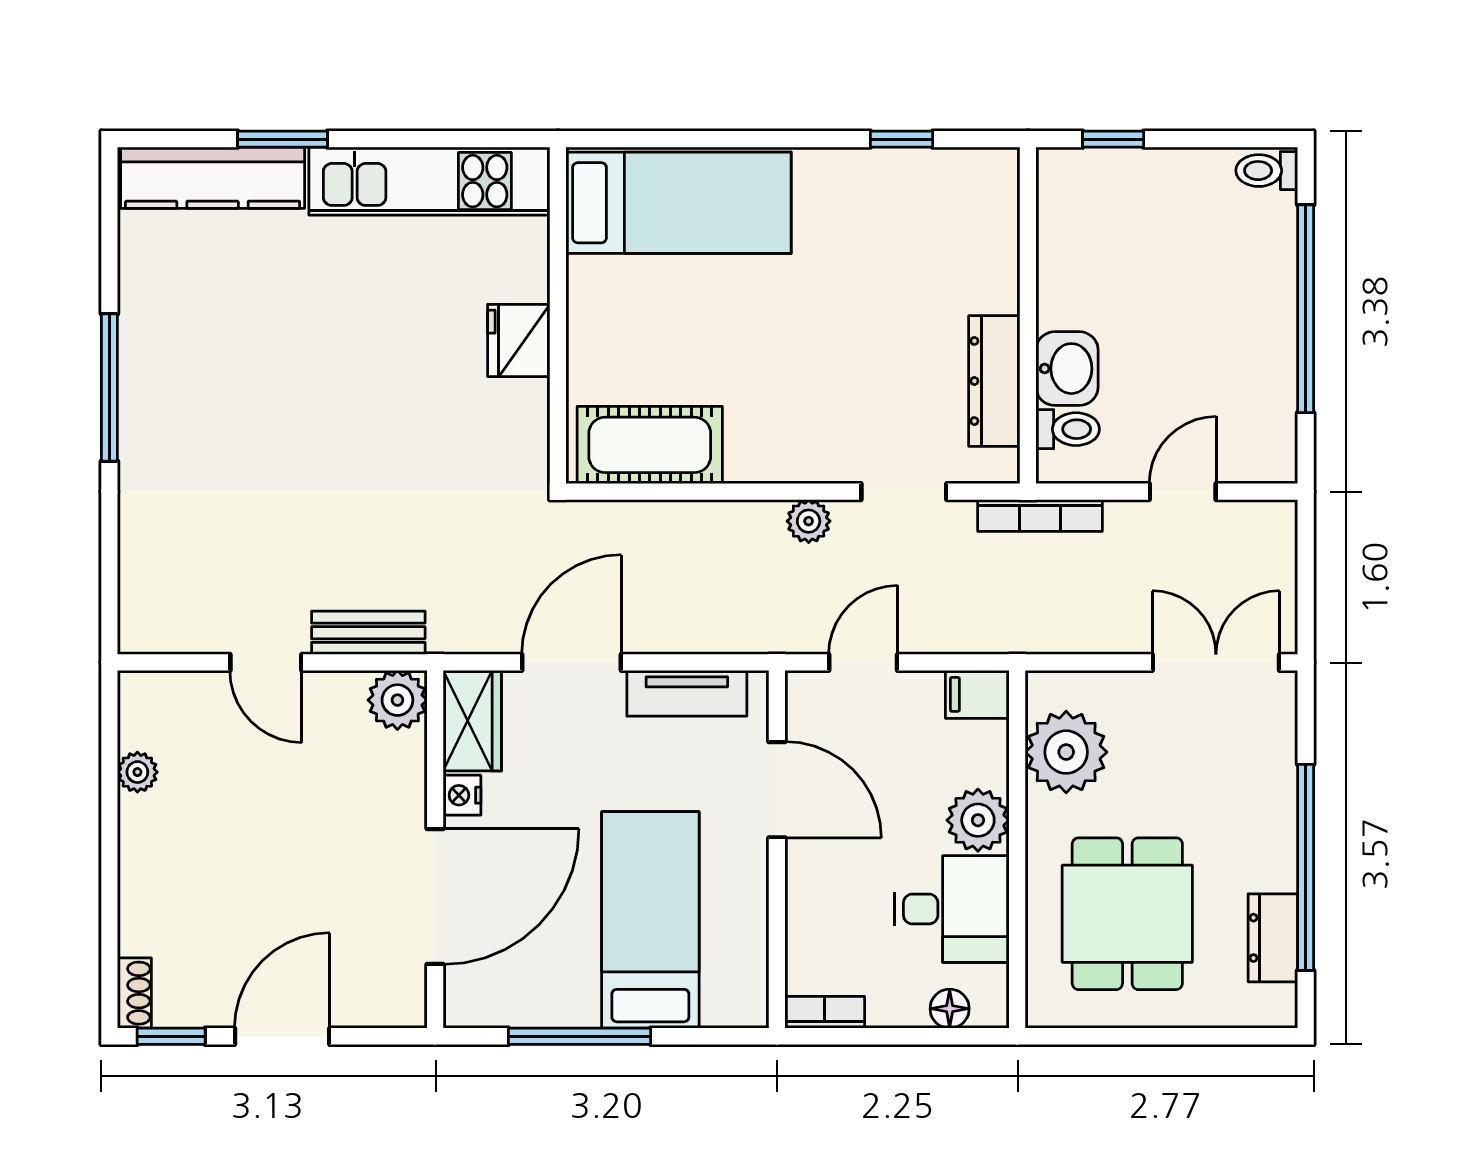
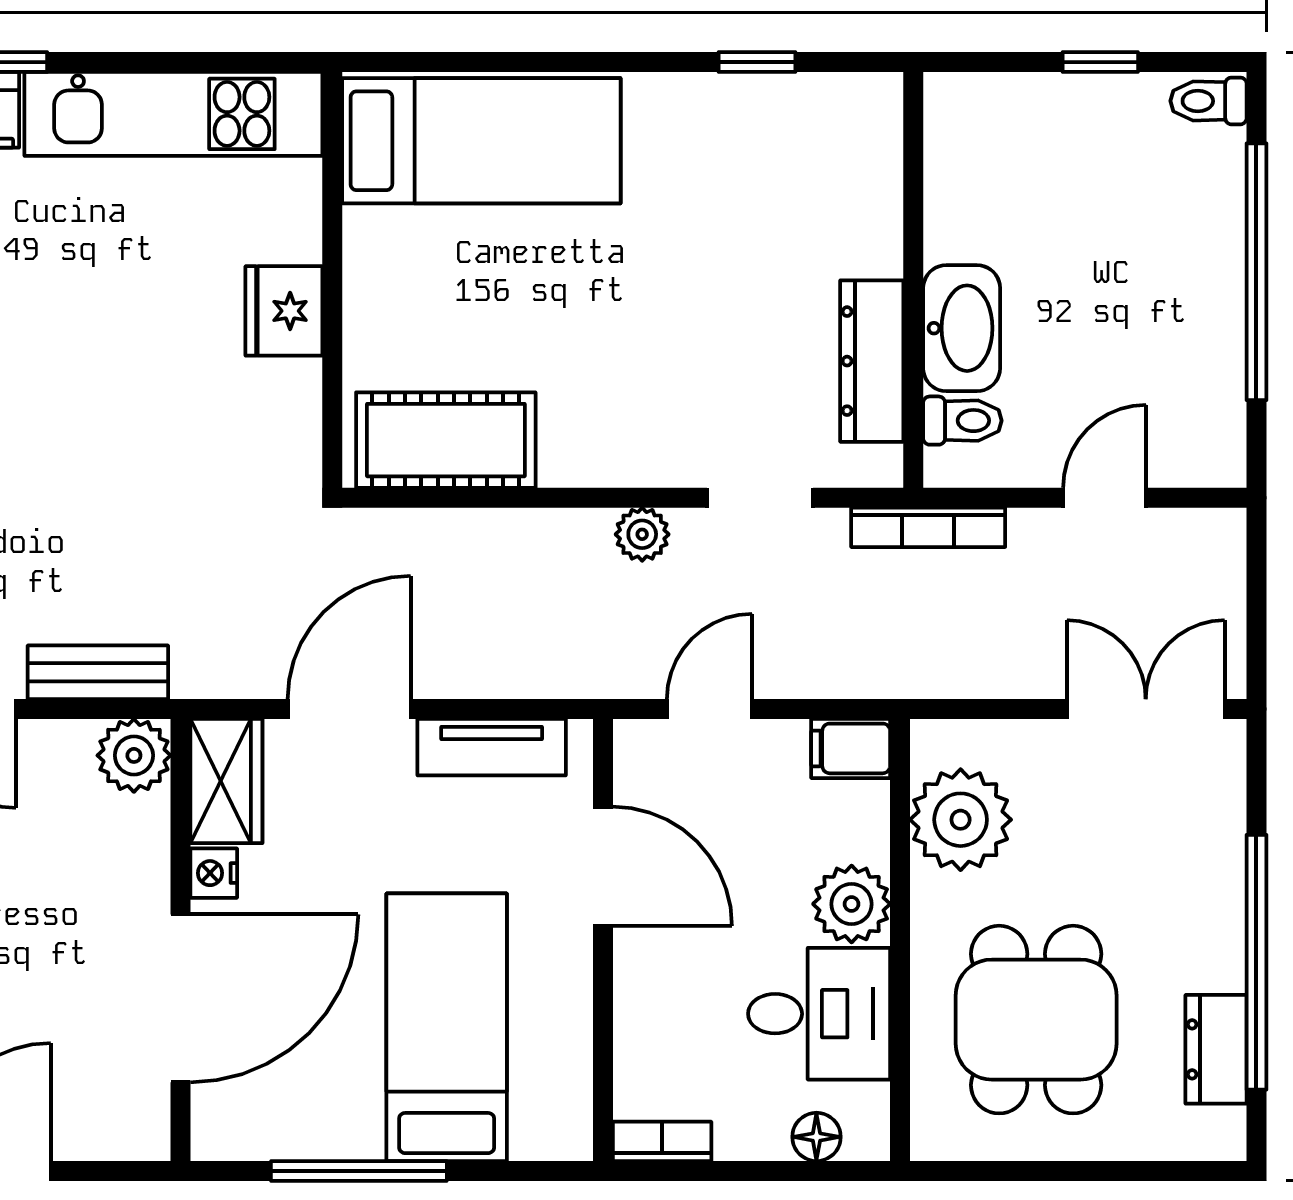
window: (1113, 139) -> (1100, 62), moved
washbasin: (1067, 369) -> (962, 328), width x1.38

